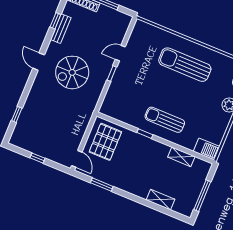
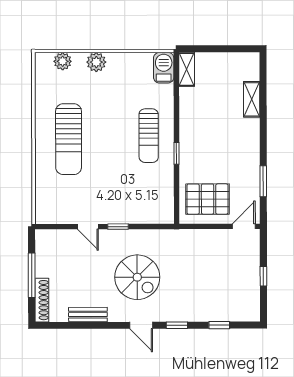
window: (55, 21) -> (177, 325), moved
door: (39, 62) -> (141, 325), hinge flipped
shelving: (181, 157) -> (187, 69), moved
window: (202, 196) -> (225, 49), removed

